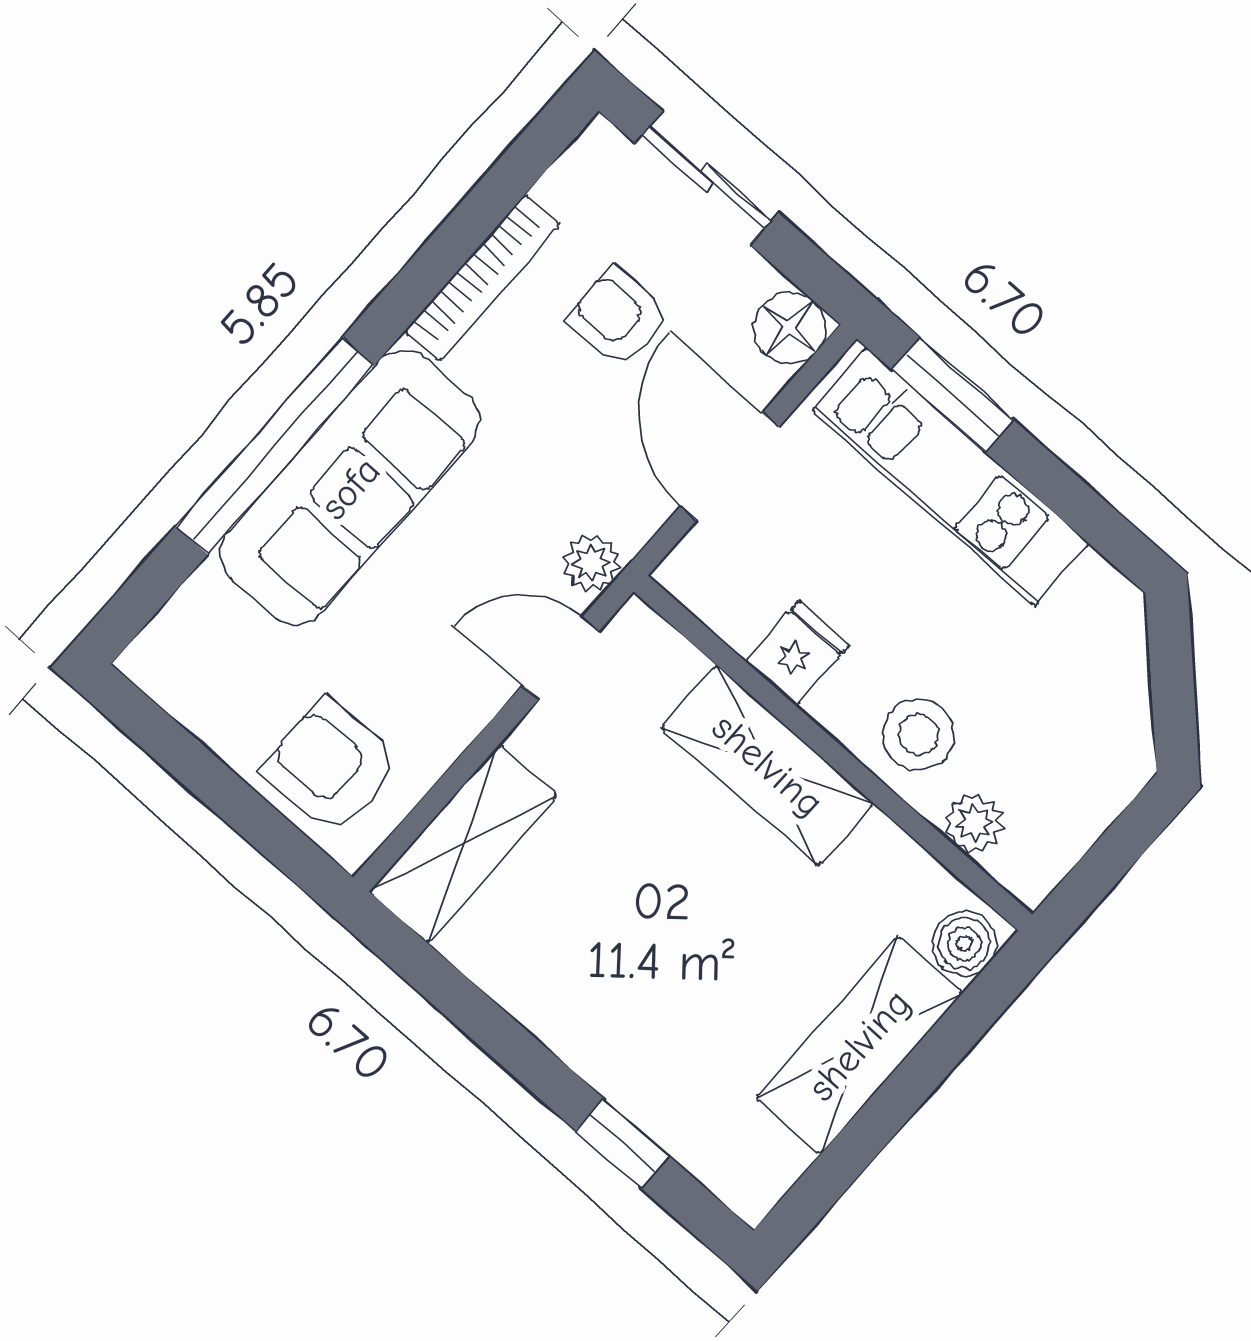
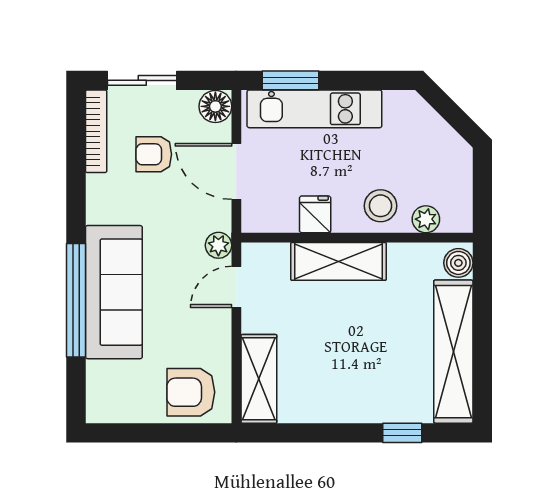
bookcase: (482, 278) -> (96, 131), moved
shelving: (859, 1045) -> (453, 352), width x1.47

